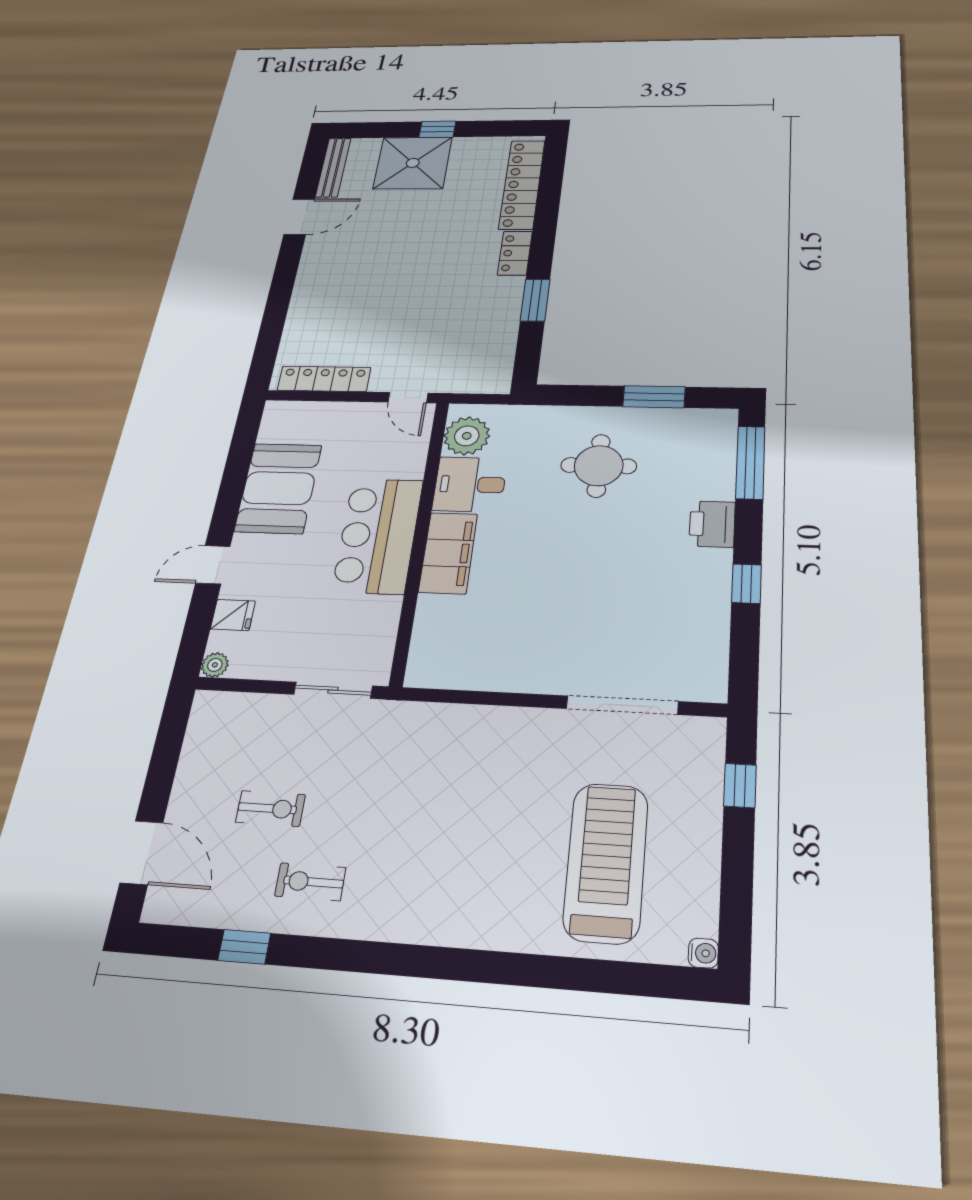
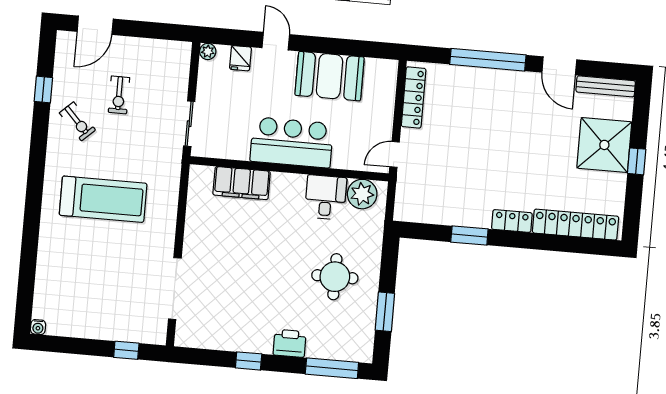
window: (280, 295) -> (488, 60), added
filing cabinet: (448, 553) -> (242, 183), moved
treadmill: (606, 862) -> (103, 199), moved
exercise bike: (310, 882) -> (77, 121), turned 137

